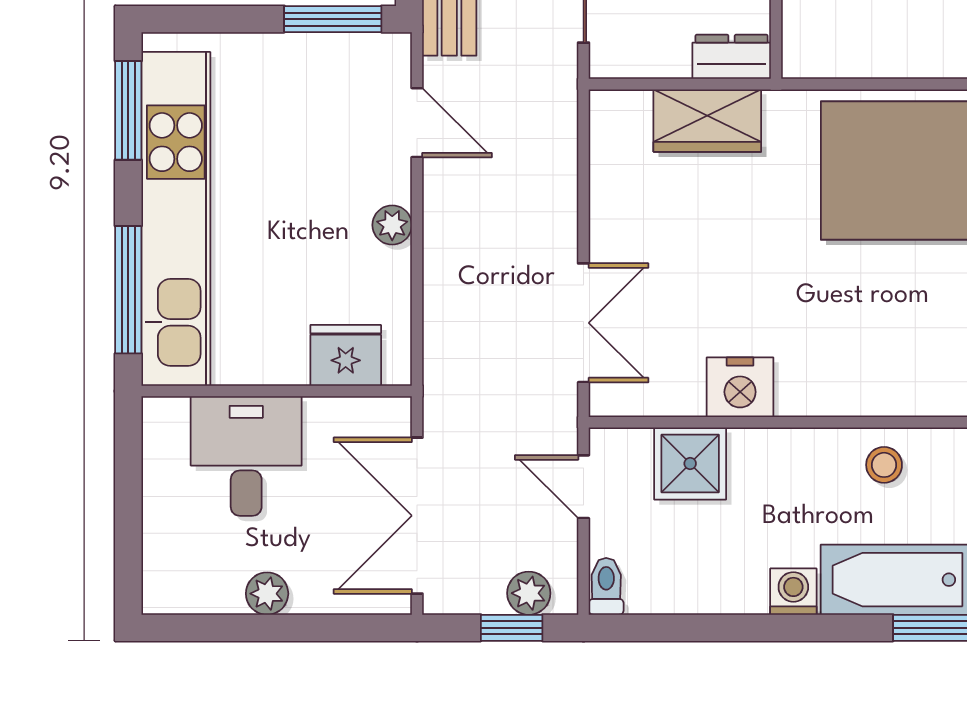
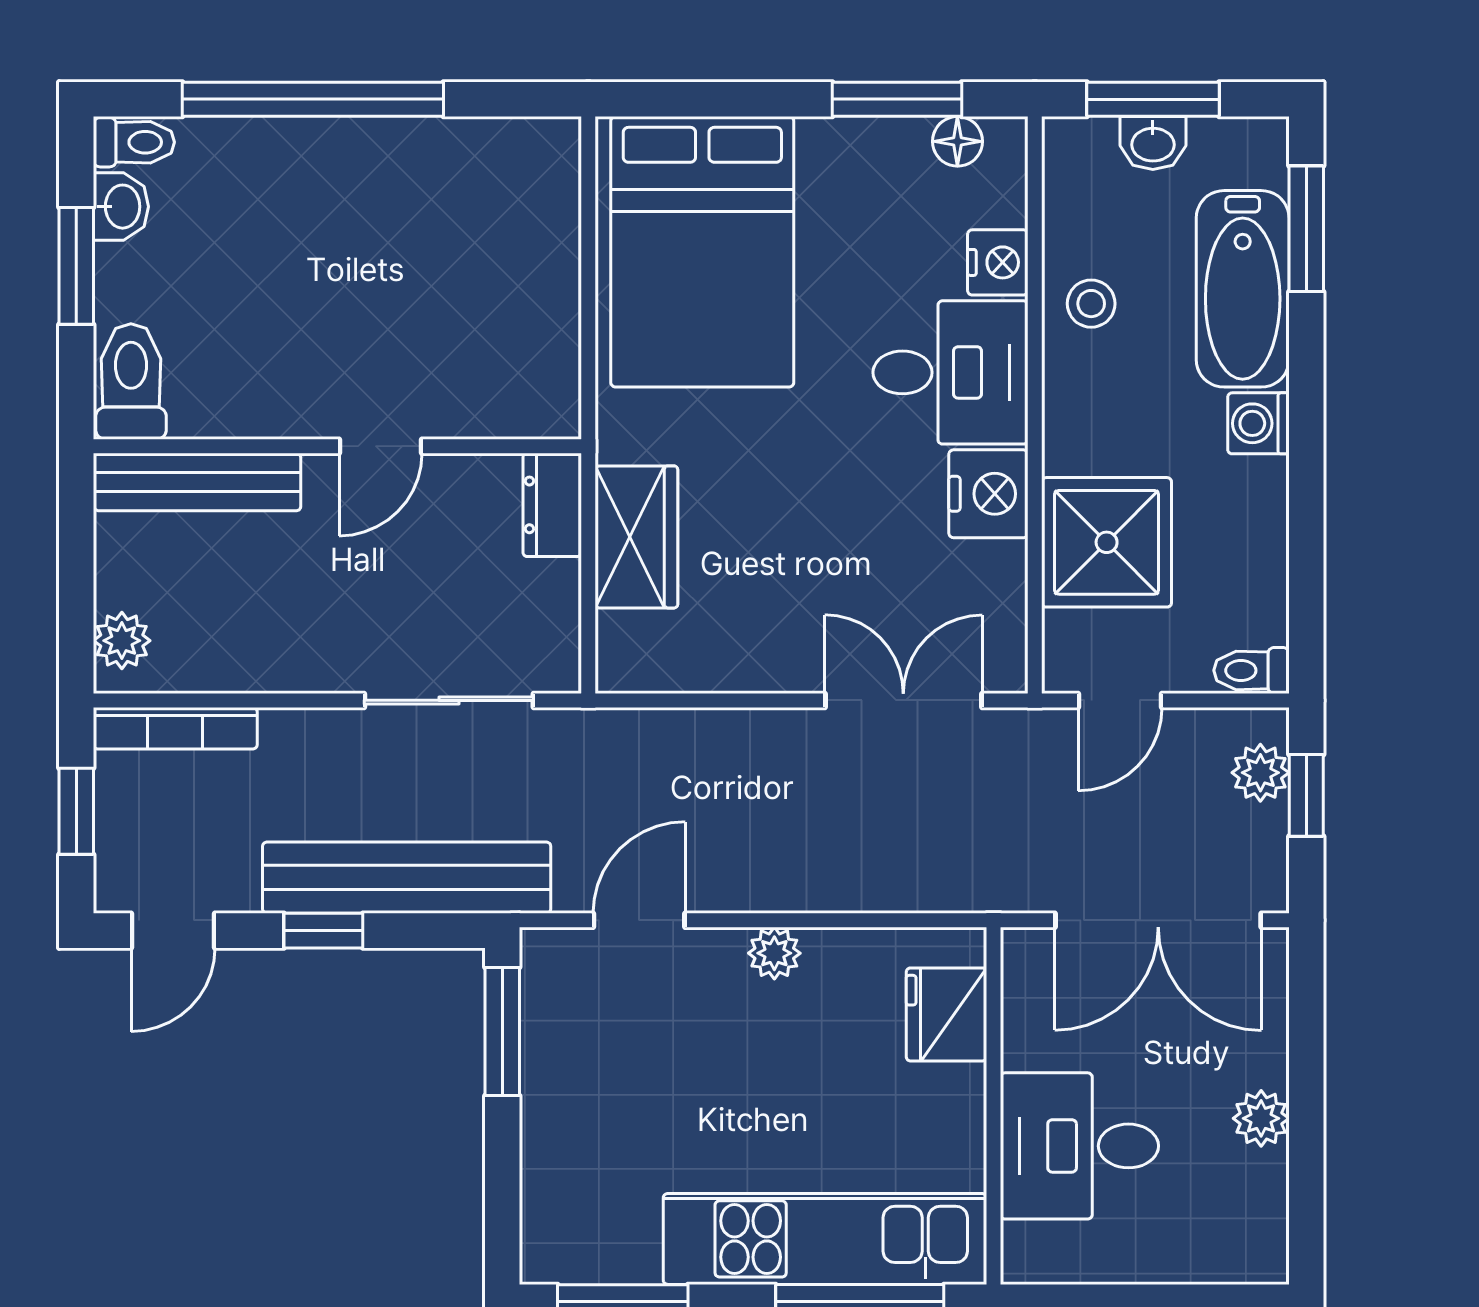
kitchen unit: (176, 219) -> (825, 1239), width x0.73
desk: (832, 358) -> (950, 372), added
nightstand: (915, 394) -> (998, 262), added
shower: (690, 464) -> (1107, 542), width x1.36, depth x1.36

